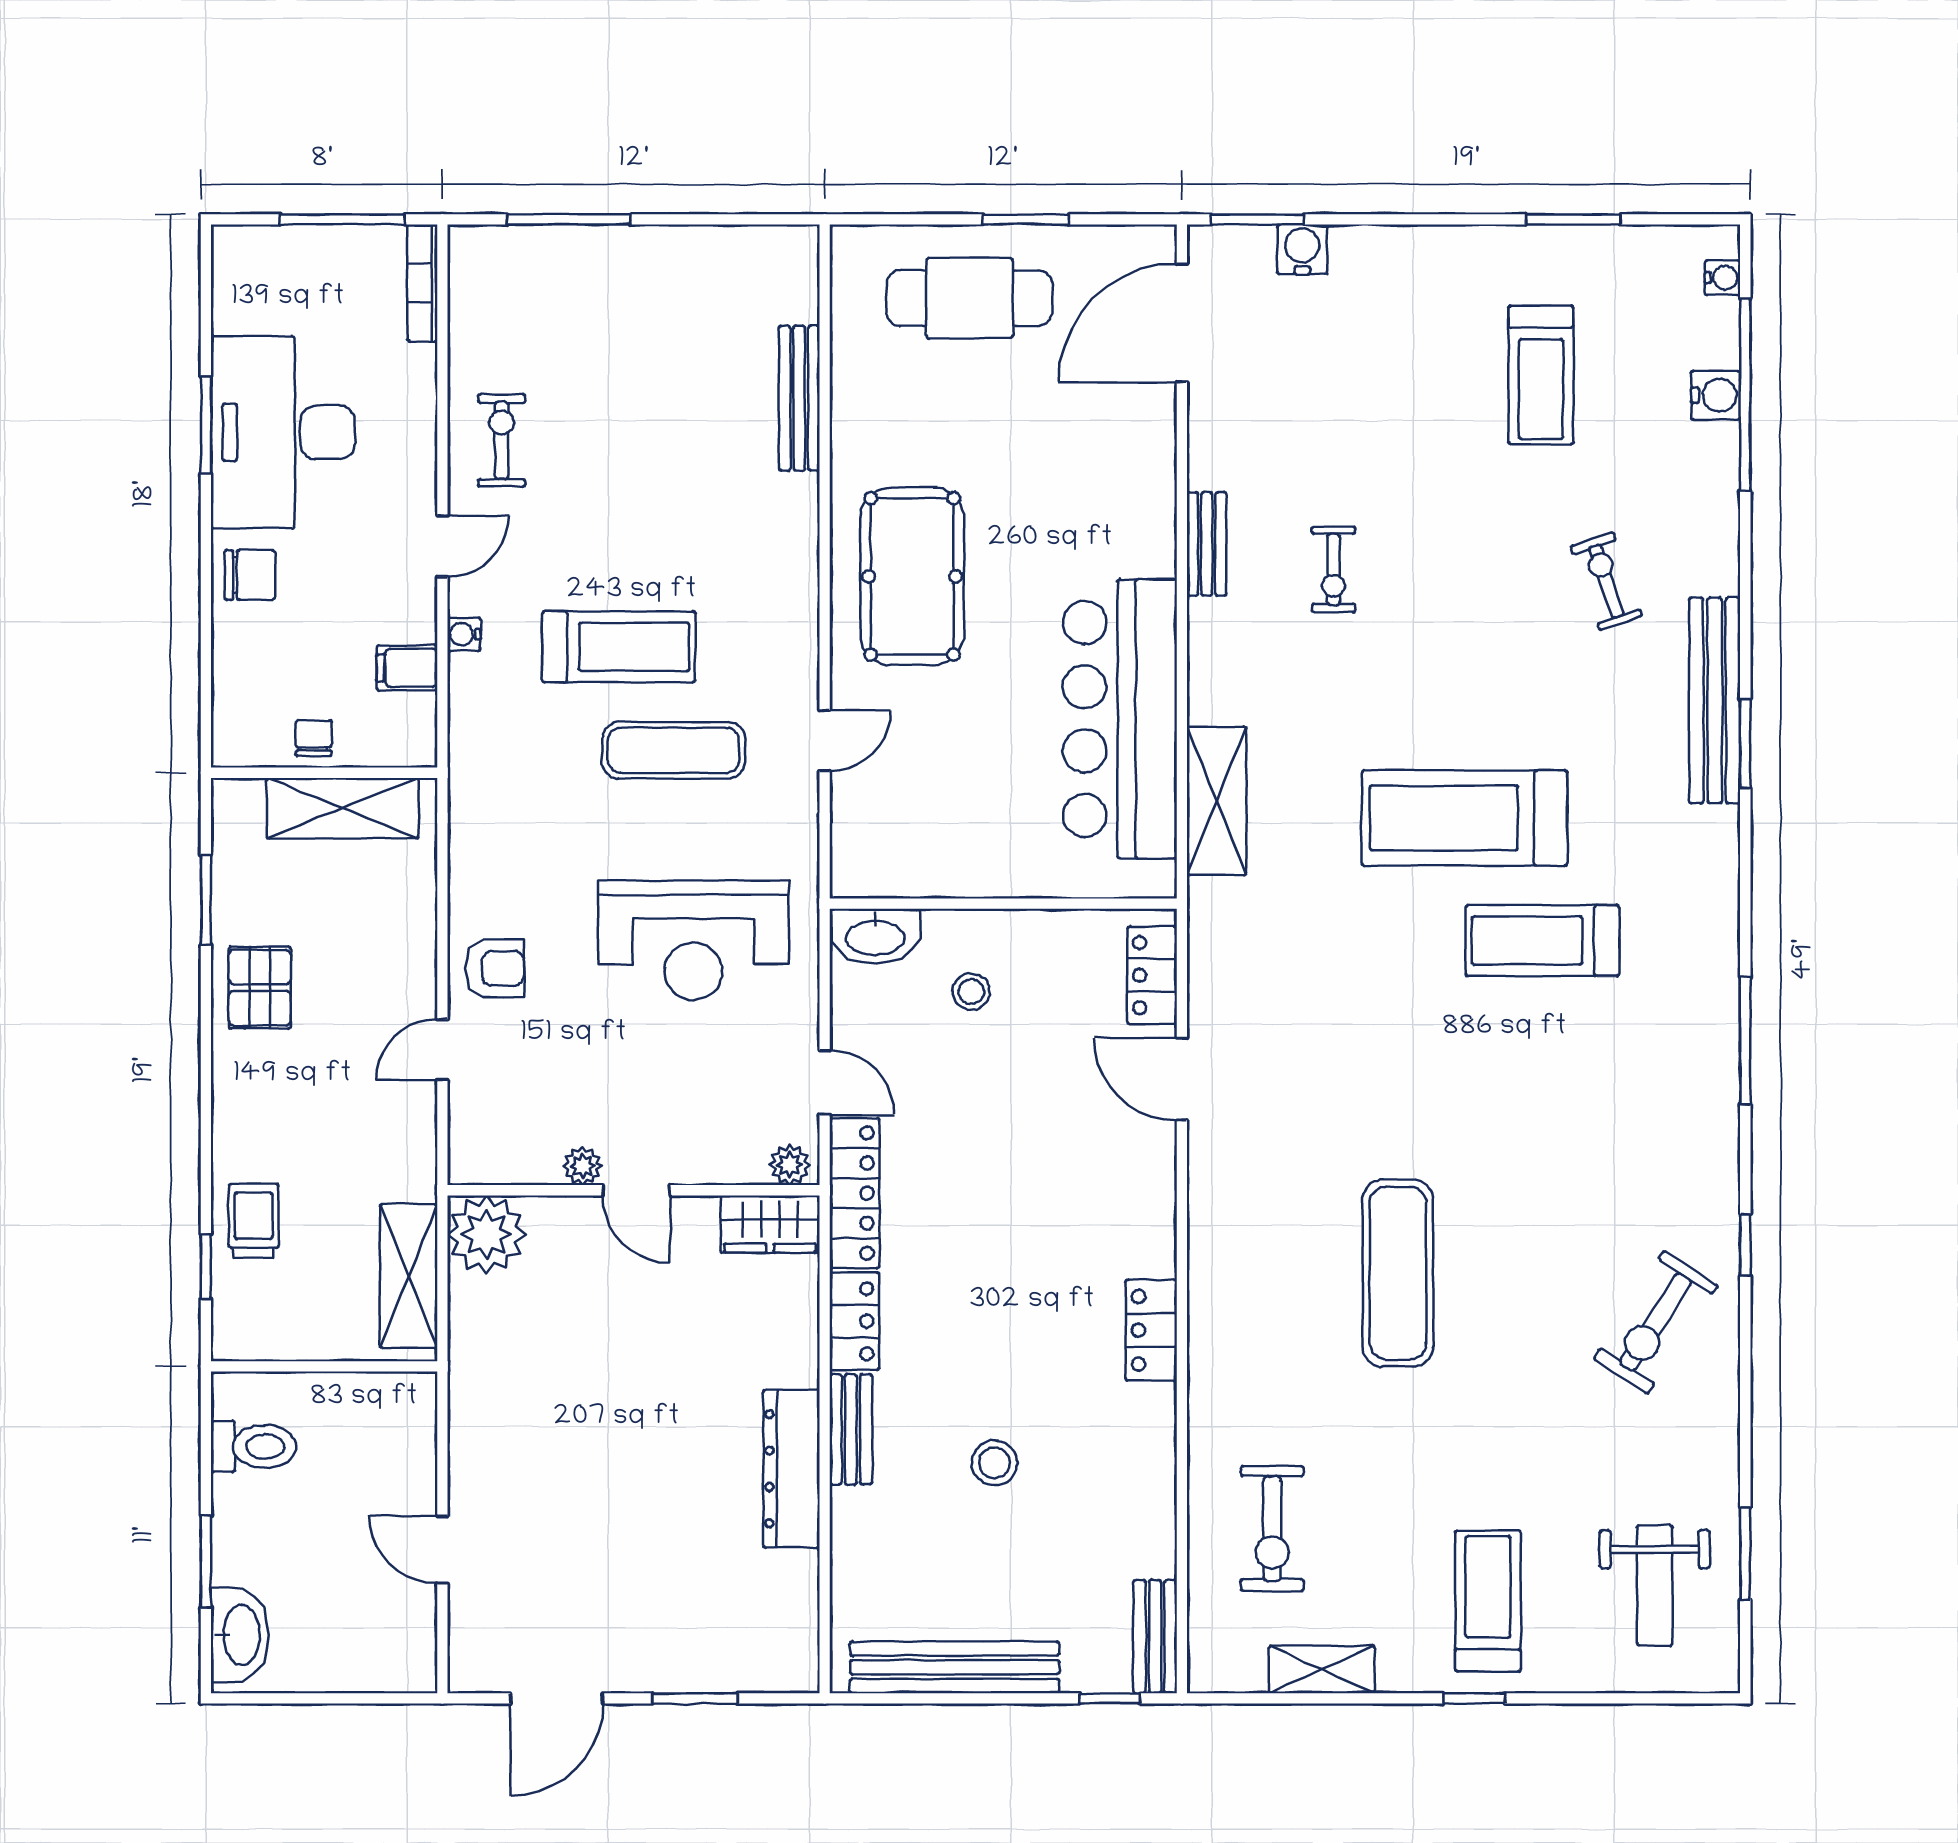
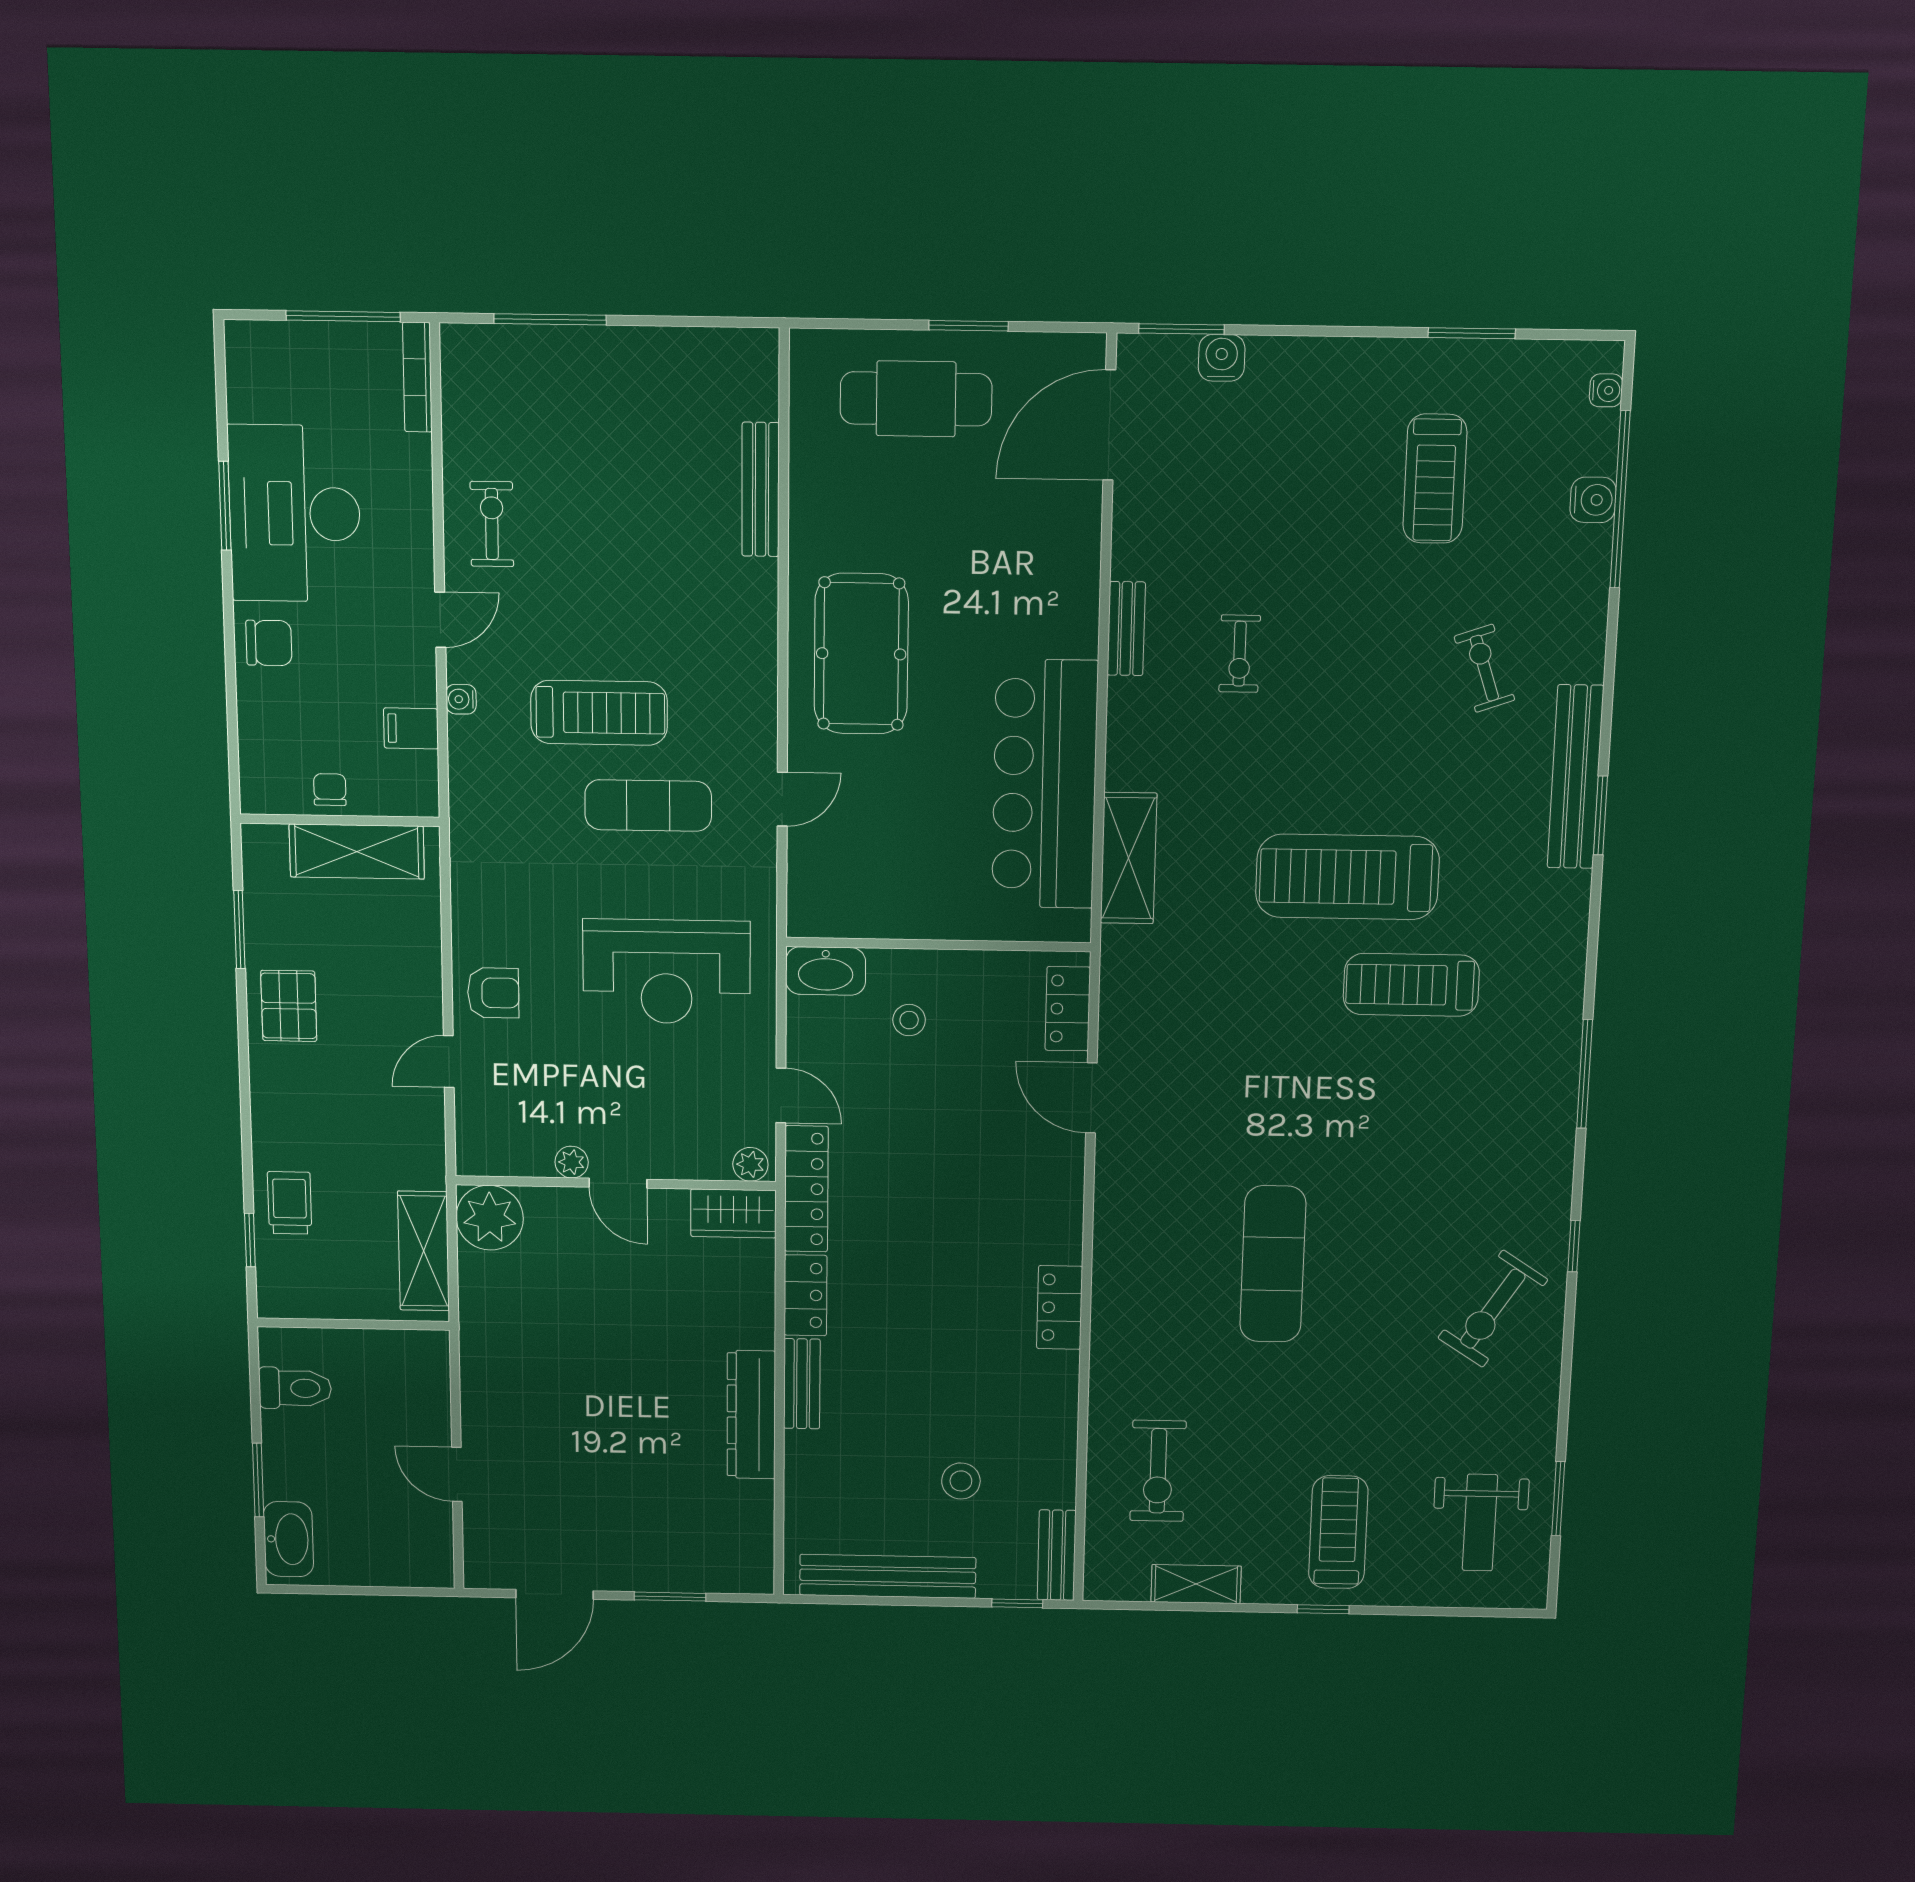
stool: (995, 1463) -> (961, 1481), moved

